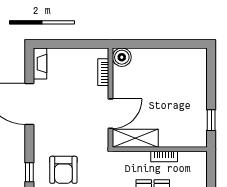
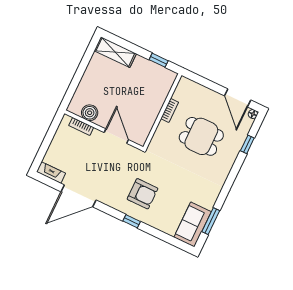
boiler: (122, 57) -> (90, 113), moved
shelving: (135, 138) -> (115, 52), moved, turned 90

